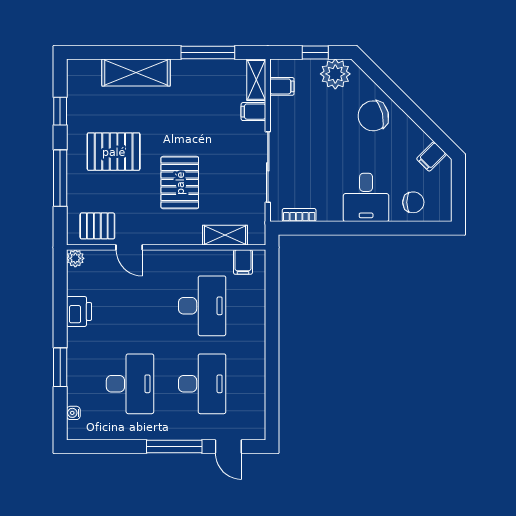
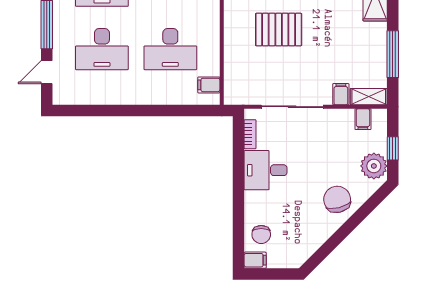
filing cabinet: (431, 156) -> (255, 260), moved, turned 135
desk: (366, 197) -> (266, 170), moved
shelving: (225, 235) -> (232, 69), removed

